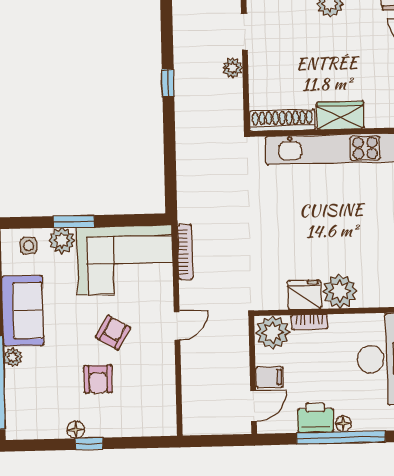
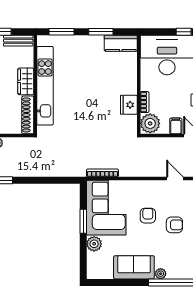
window: (74, 221) -> (83, 221), moved
side table: (29, 246) -> (97, 263), removed
plant: (340, 291) -> (127, 84), removed
door: (177, 326) -> (175, 179), moved
armchair: (113, 332) -> (148, 216), turned 60

